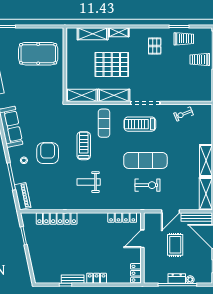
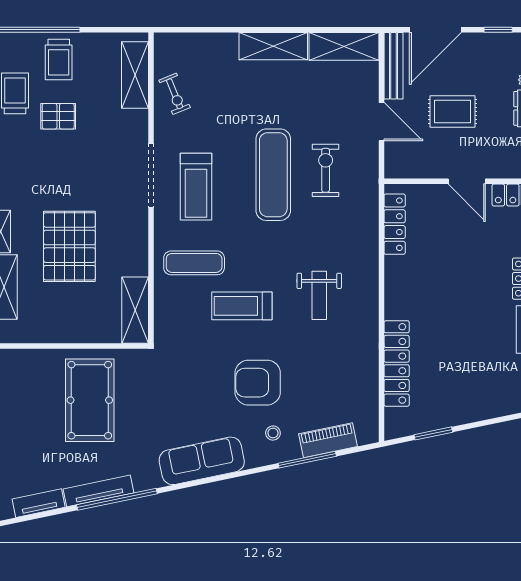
pallet: (155, 46) -> (58, 116), moved
pool table: (38, 54) -> (90, 400), moved
shelving: (114, 95) -> (135, 75), moved
piano: (23, 196) -> (328, 440), moved
door: (142, 239) -> (467, 181), moved

